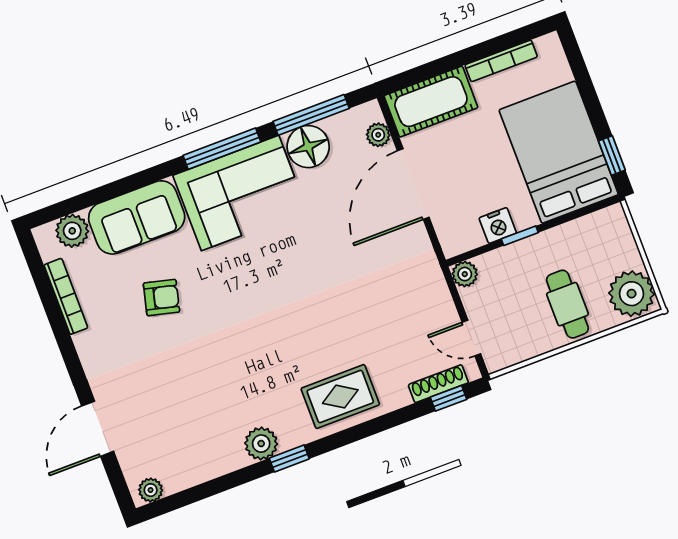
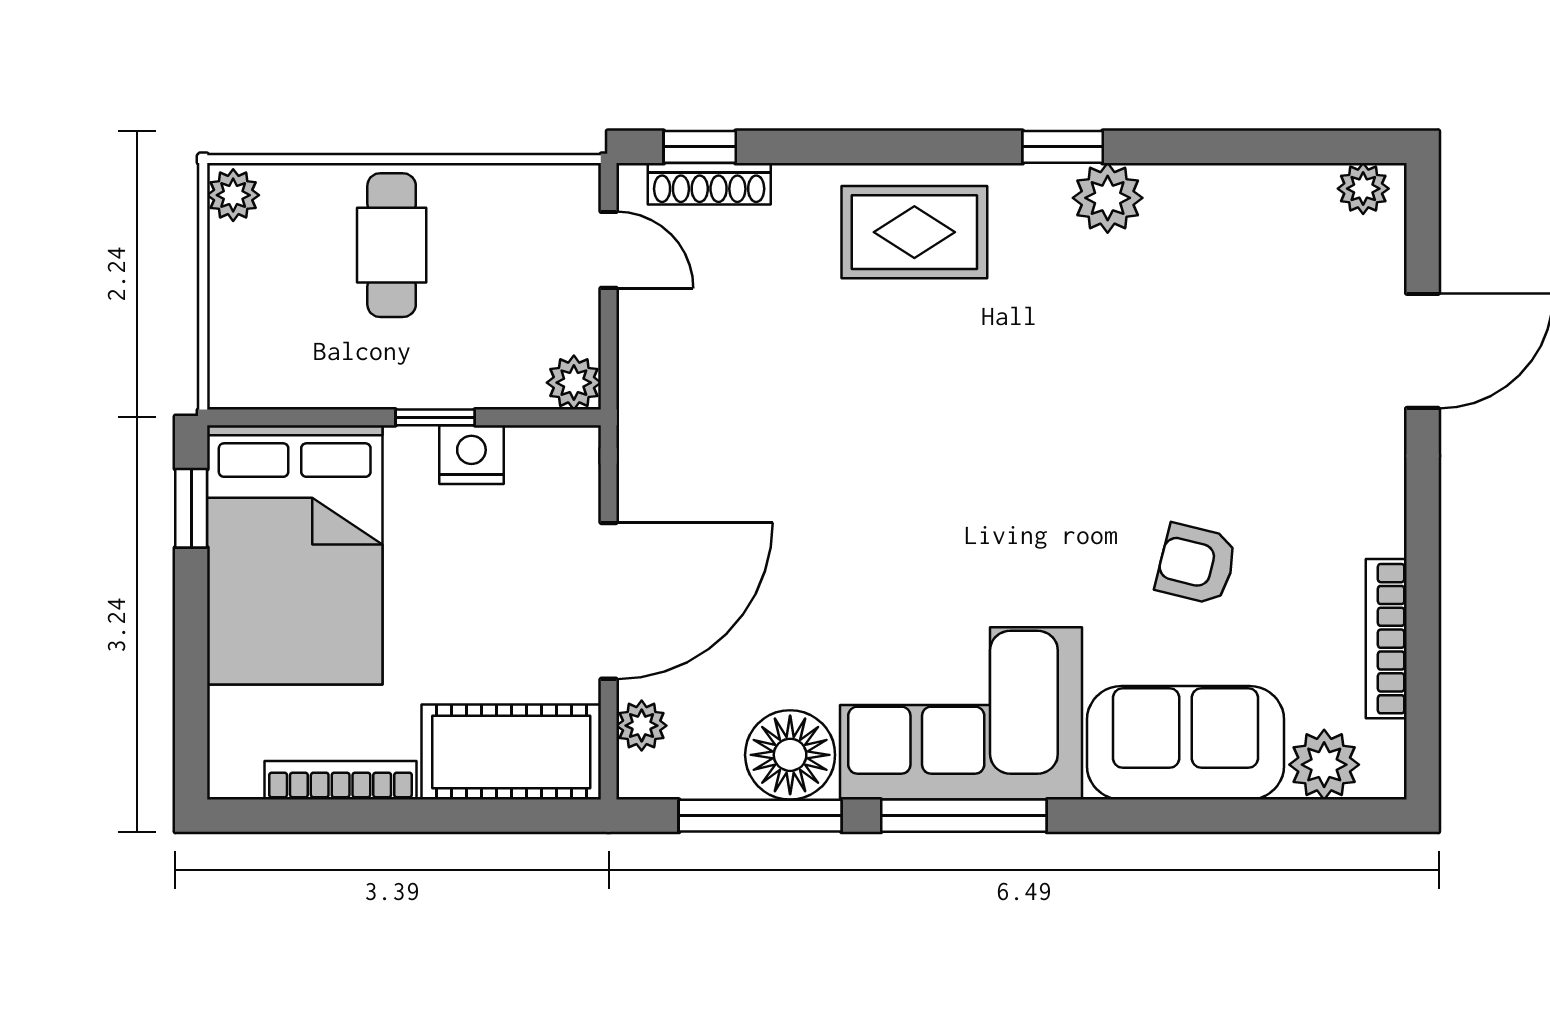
plant: (632, 294) -> (233, 195), width x0.53, depth x0.53

